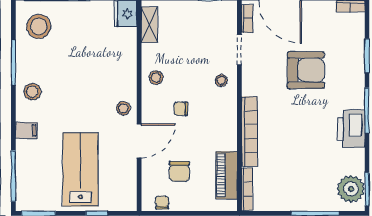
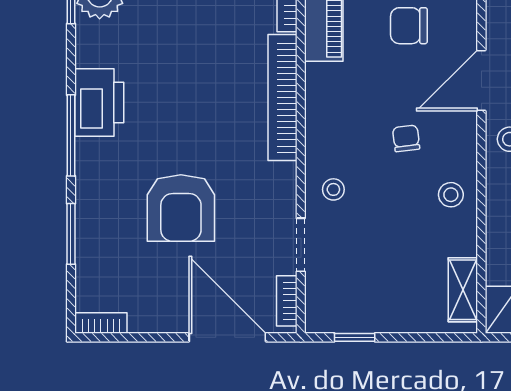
armchair: (306, 70) -> (181, 208), turned -90
chair: (181, 109) -> (406, 138), turned -97
chair: (179, 171) -> (409, 26), turned -90

